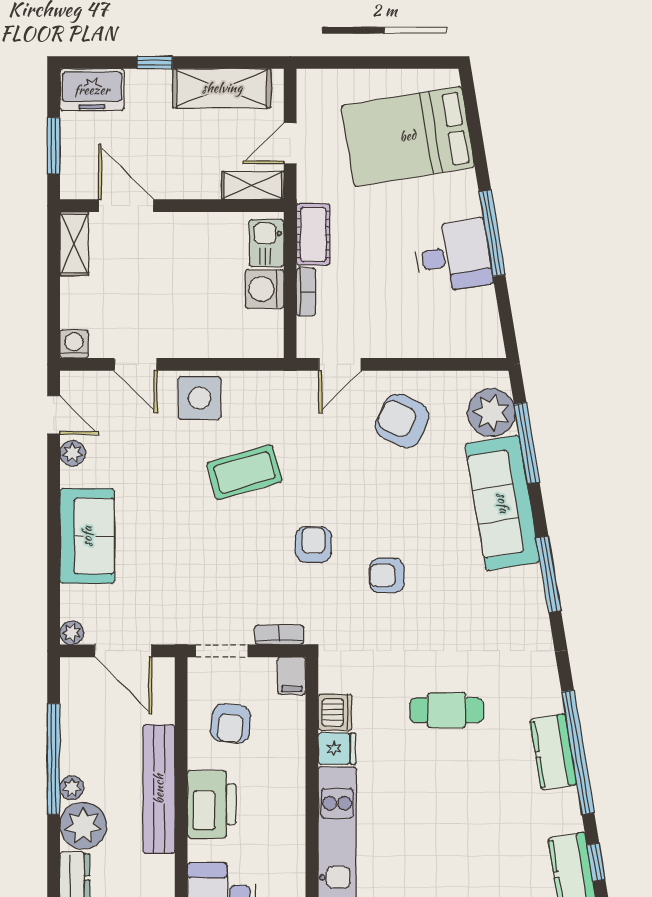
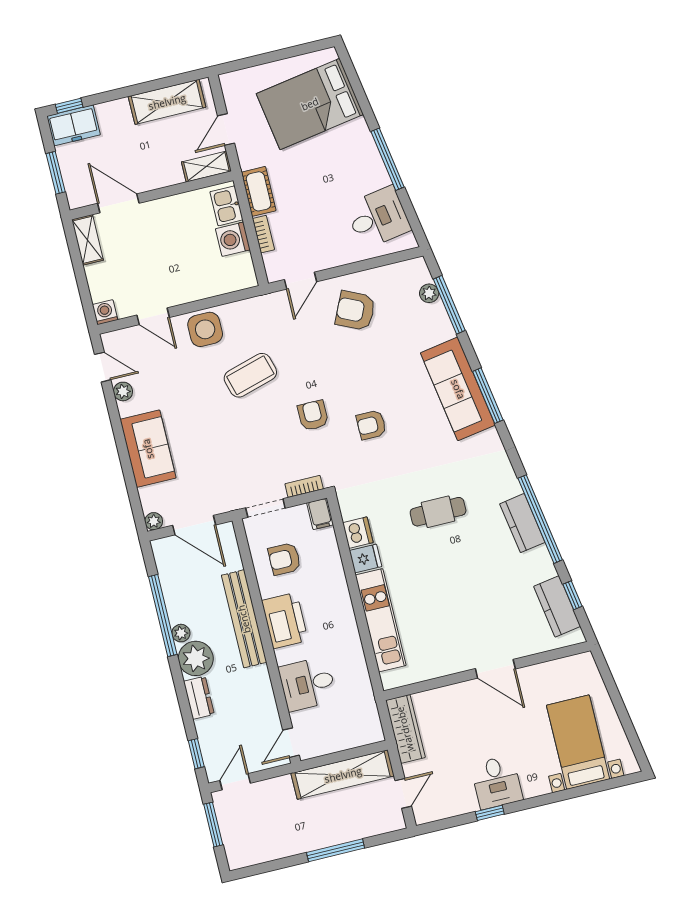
window: (155, 62) -> (69, 106), moved
desk: (453, 256) -> (378, 218), moved
plant: (491, 413) -> (429, 293), width x0.53, depth x0.53
sofa: (503, 503) -> (458, 389), moved
armchair: (231, 723) -> (284, 559), turned 84

